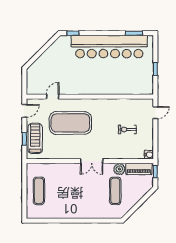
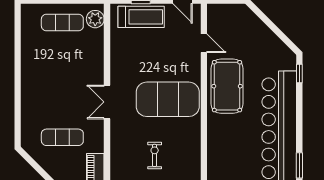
pool table: (81, 81) -> (227, 86), added
exercise mat: (70, 123) -> (168, 99), moved, turned 90
plant: (119, 169) -> (95, 19), moved

